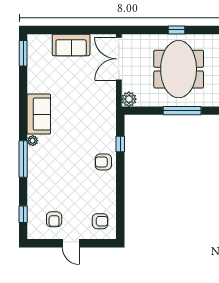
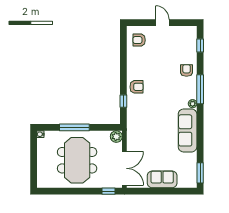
window: (176, 30) -> (109, 191), moved
sofa: (39, 114) -> (188, 130), width x1.36
armchair: (54, 219) -> (187, 70), moved

